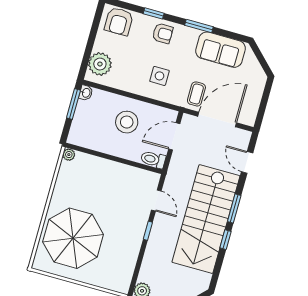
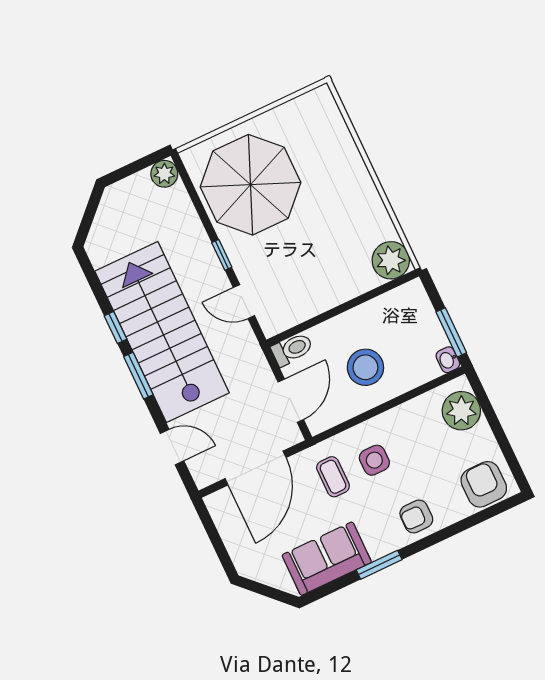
window: (154, 13) -> (449, 532), removed
coffee table: (196, 94) -> (333, 477), moved
plant: (69, 155) -> (391, 260), width x1.87, depth x1.87
parasol: (73, 238) -> (251, 185), moved

